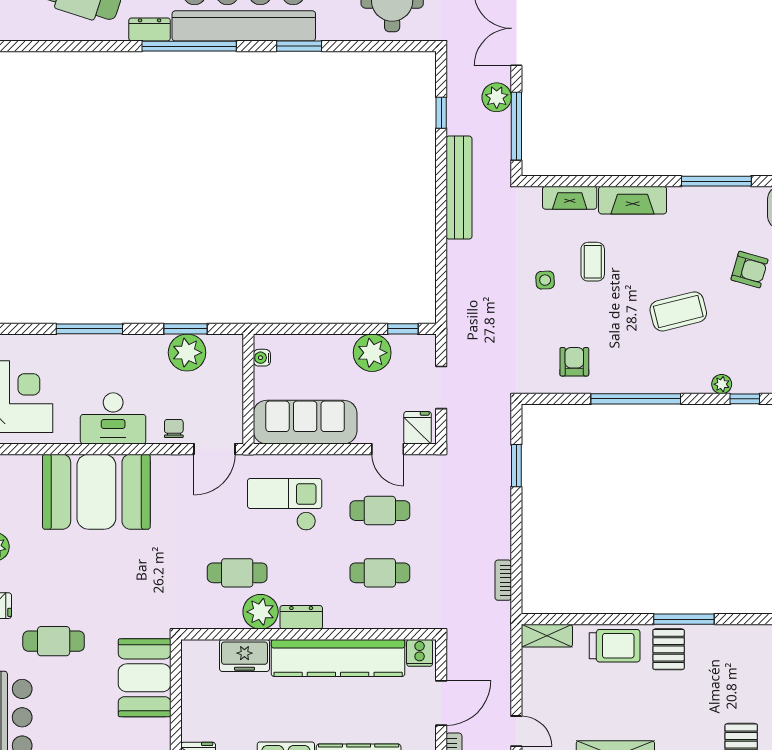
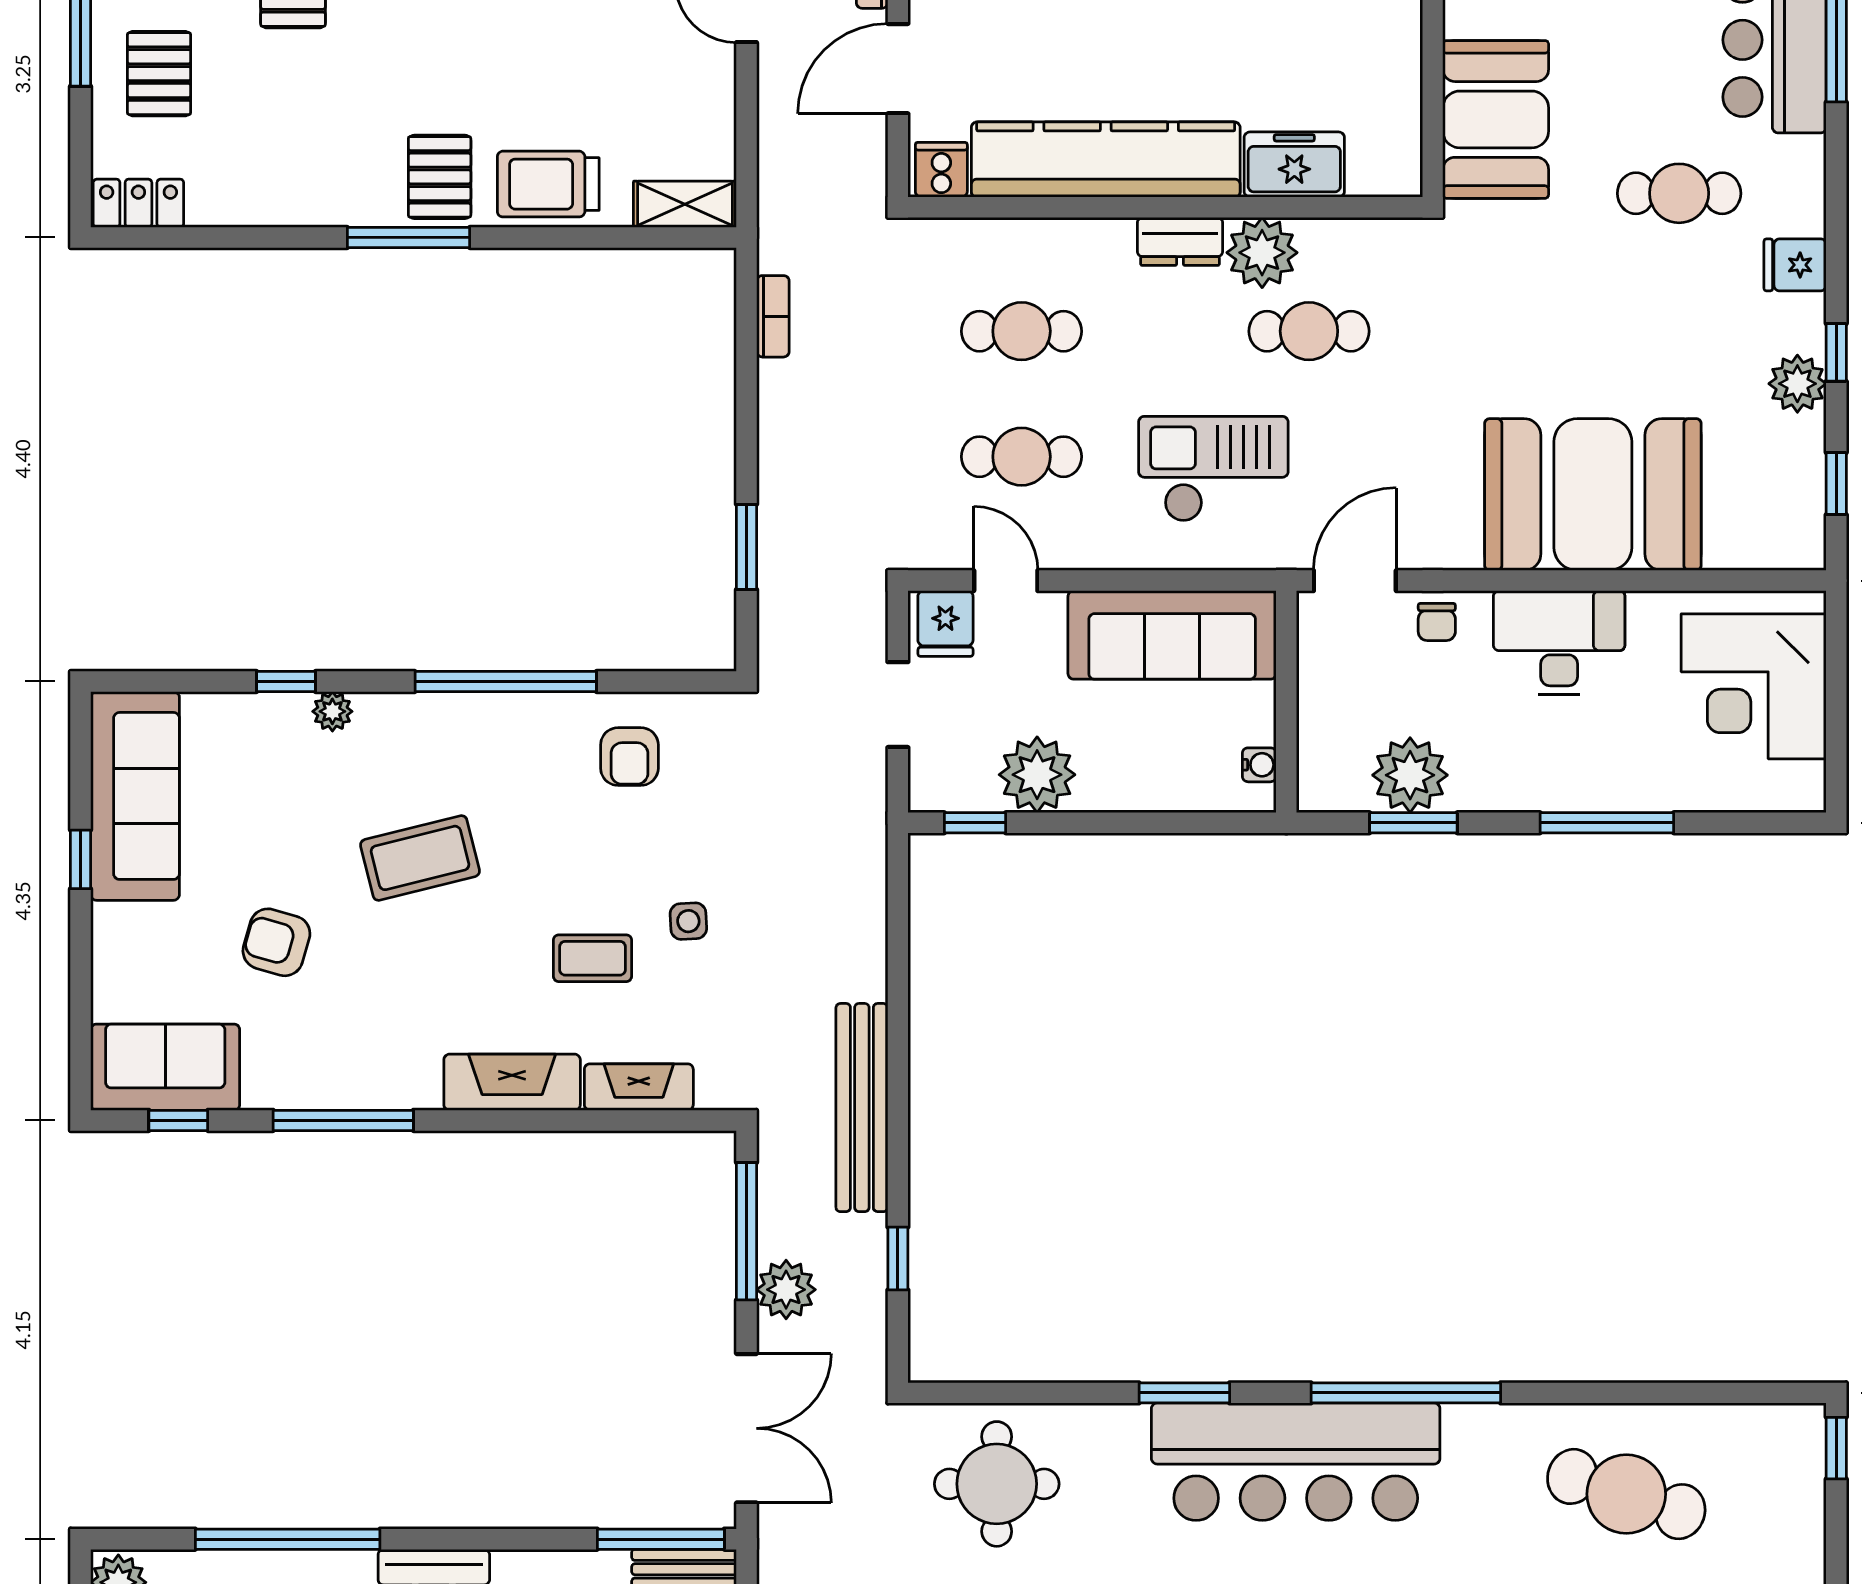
dresser: (150, 29) -> (1486, 1426), removed
coffee table: (593, 262) -> (593, 958), turned 90
checkout: (285, 504) -> (1213, 469), turned 180

